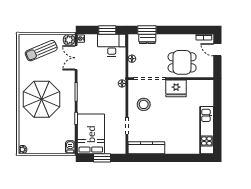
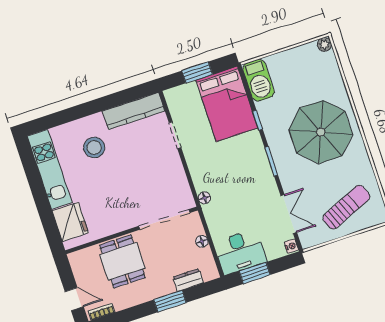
window: (147, 30) -> (170, 301), moved
plant: (69, 40) -> (309, 238), removed
dining table: (182, 62) -> (122, 261), turned 90
fridge: (176, 88) -> (70, 222), moved, turned 90
stool: (144, 104) -> (94, 147), moved
barbecue: (70, 147) -> (259, 80), width x1.88, depth x1.53

